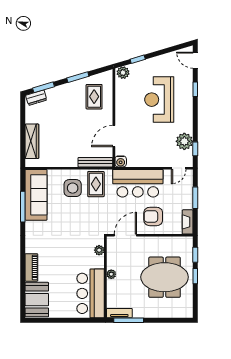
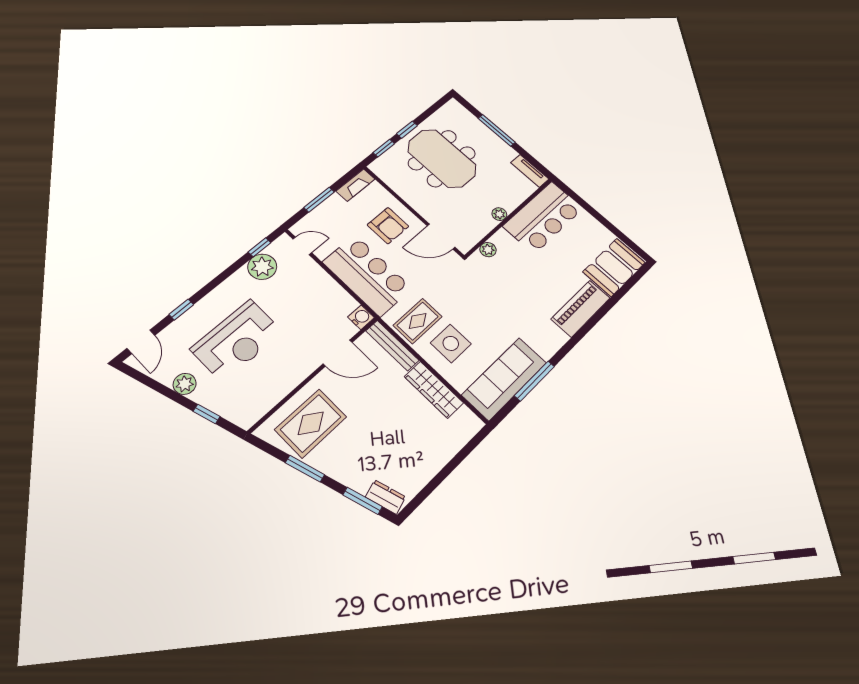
plant: (123, 73) -> (185, 384), moved
rug: (94, 97) -> (311, 423), width x1.36, depth x1.43
wardrobe: (32, 141) -> (434, 390), moved, turned -90
piano: (31, 267) -> (581, 308), width x1.37, depth x1.33
window: (129, 320) -> (497, 130), moved

